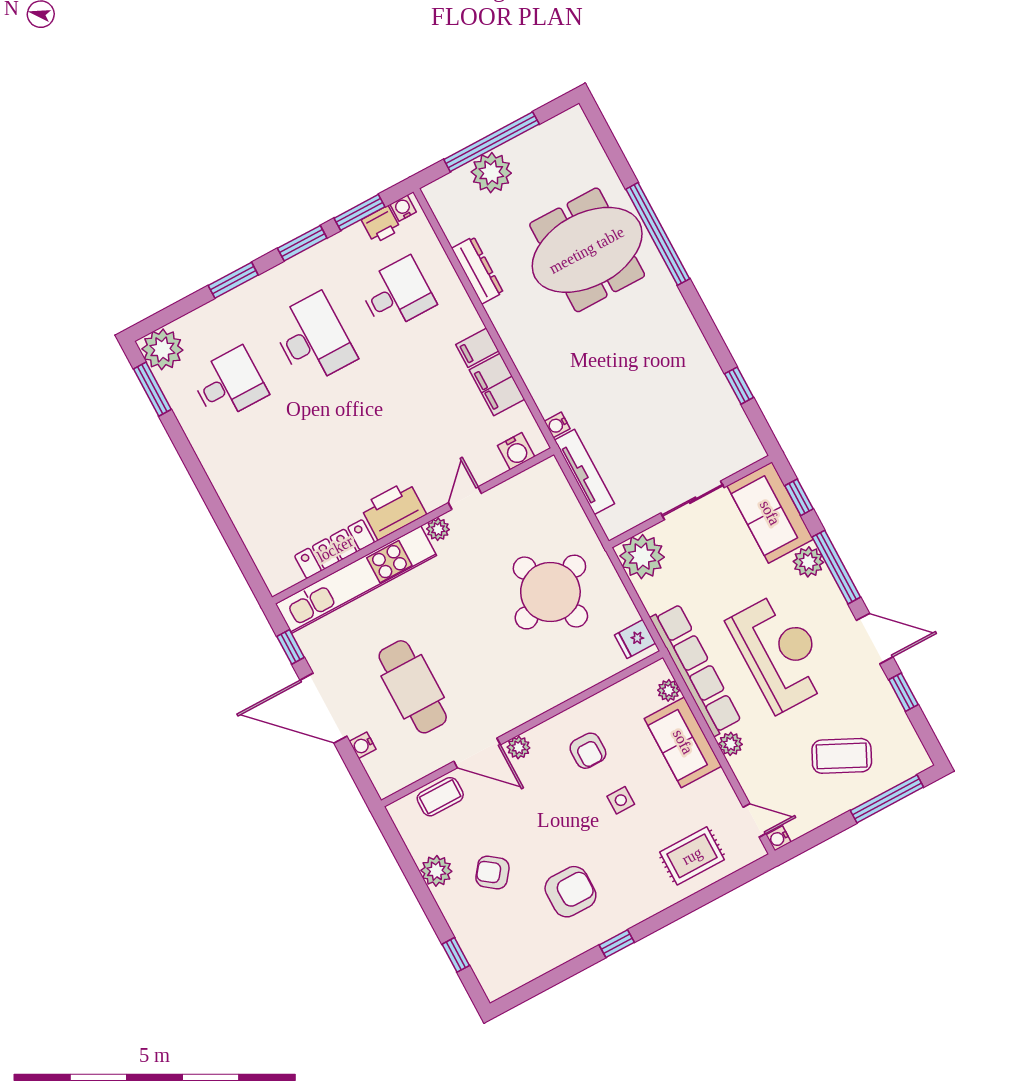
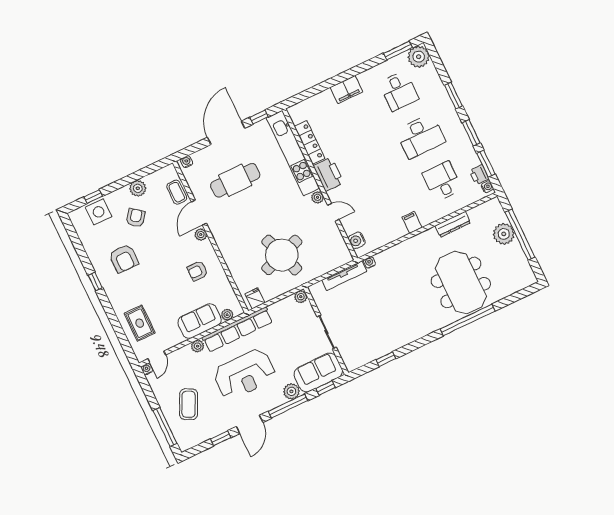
desk: (397, 294) -> (442, 181), turned 180
filing cabinet: (497, 385) -> (346, 90), moved, turned 180
plant: (642, 557) -> (301, 297), width x0.53, depth x0.53
water cooler: (363, 745) -> (187, 162), moved
side table: (621, 800) -> (99, 212), moved, width x1.87, depth x1.87

